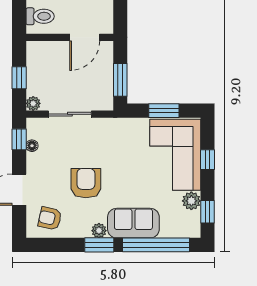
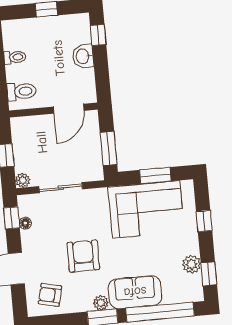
corner sofa: (175, 155) -> (146, 209), moved, turned -90

